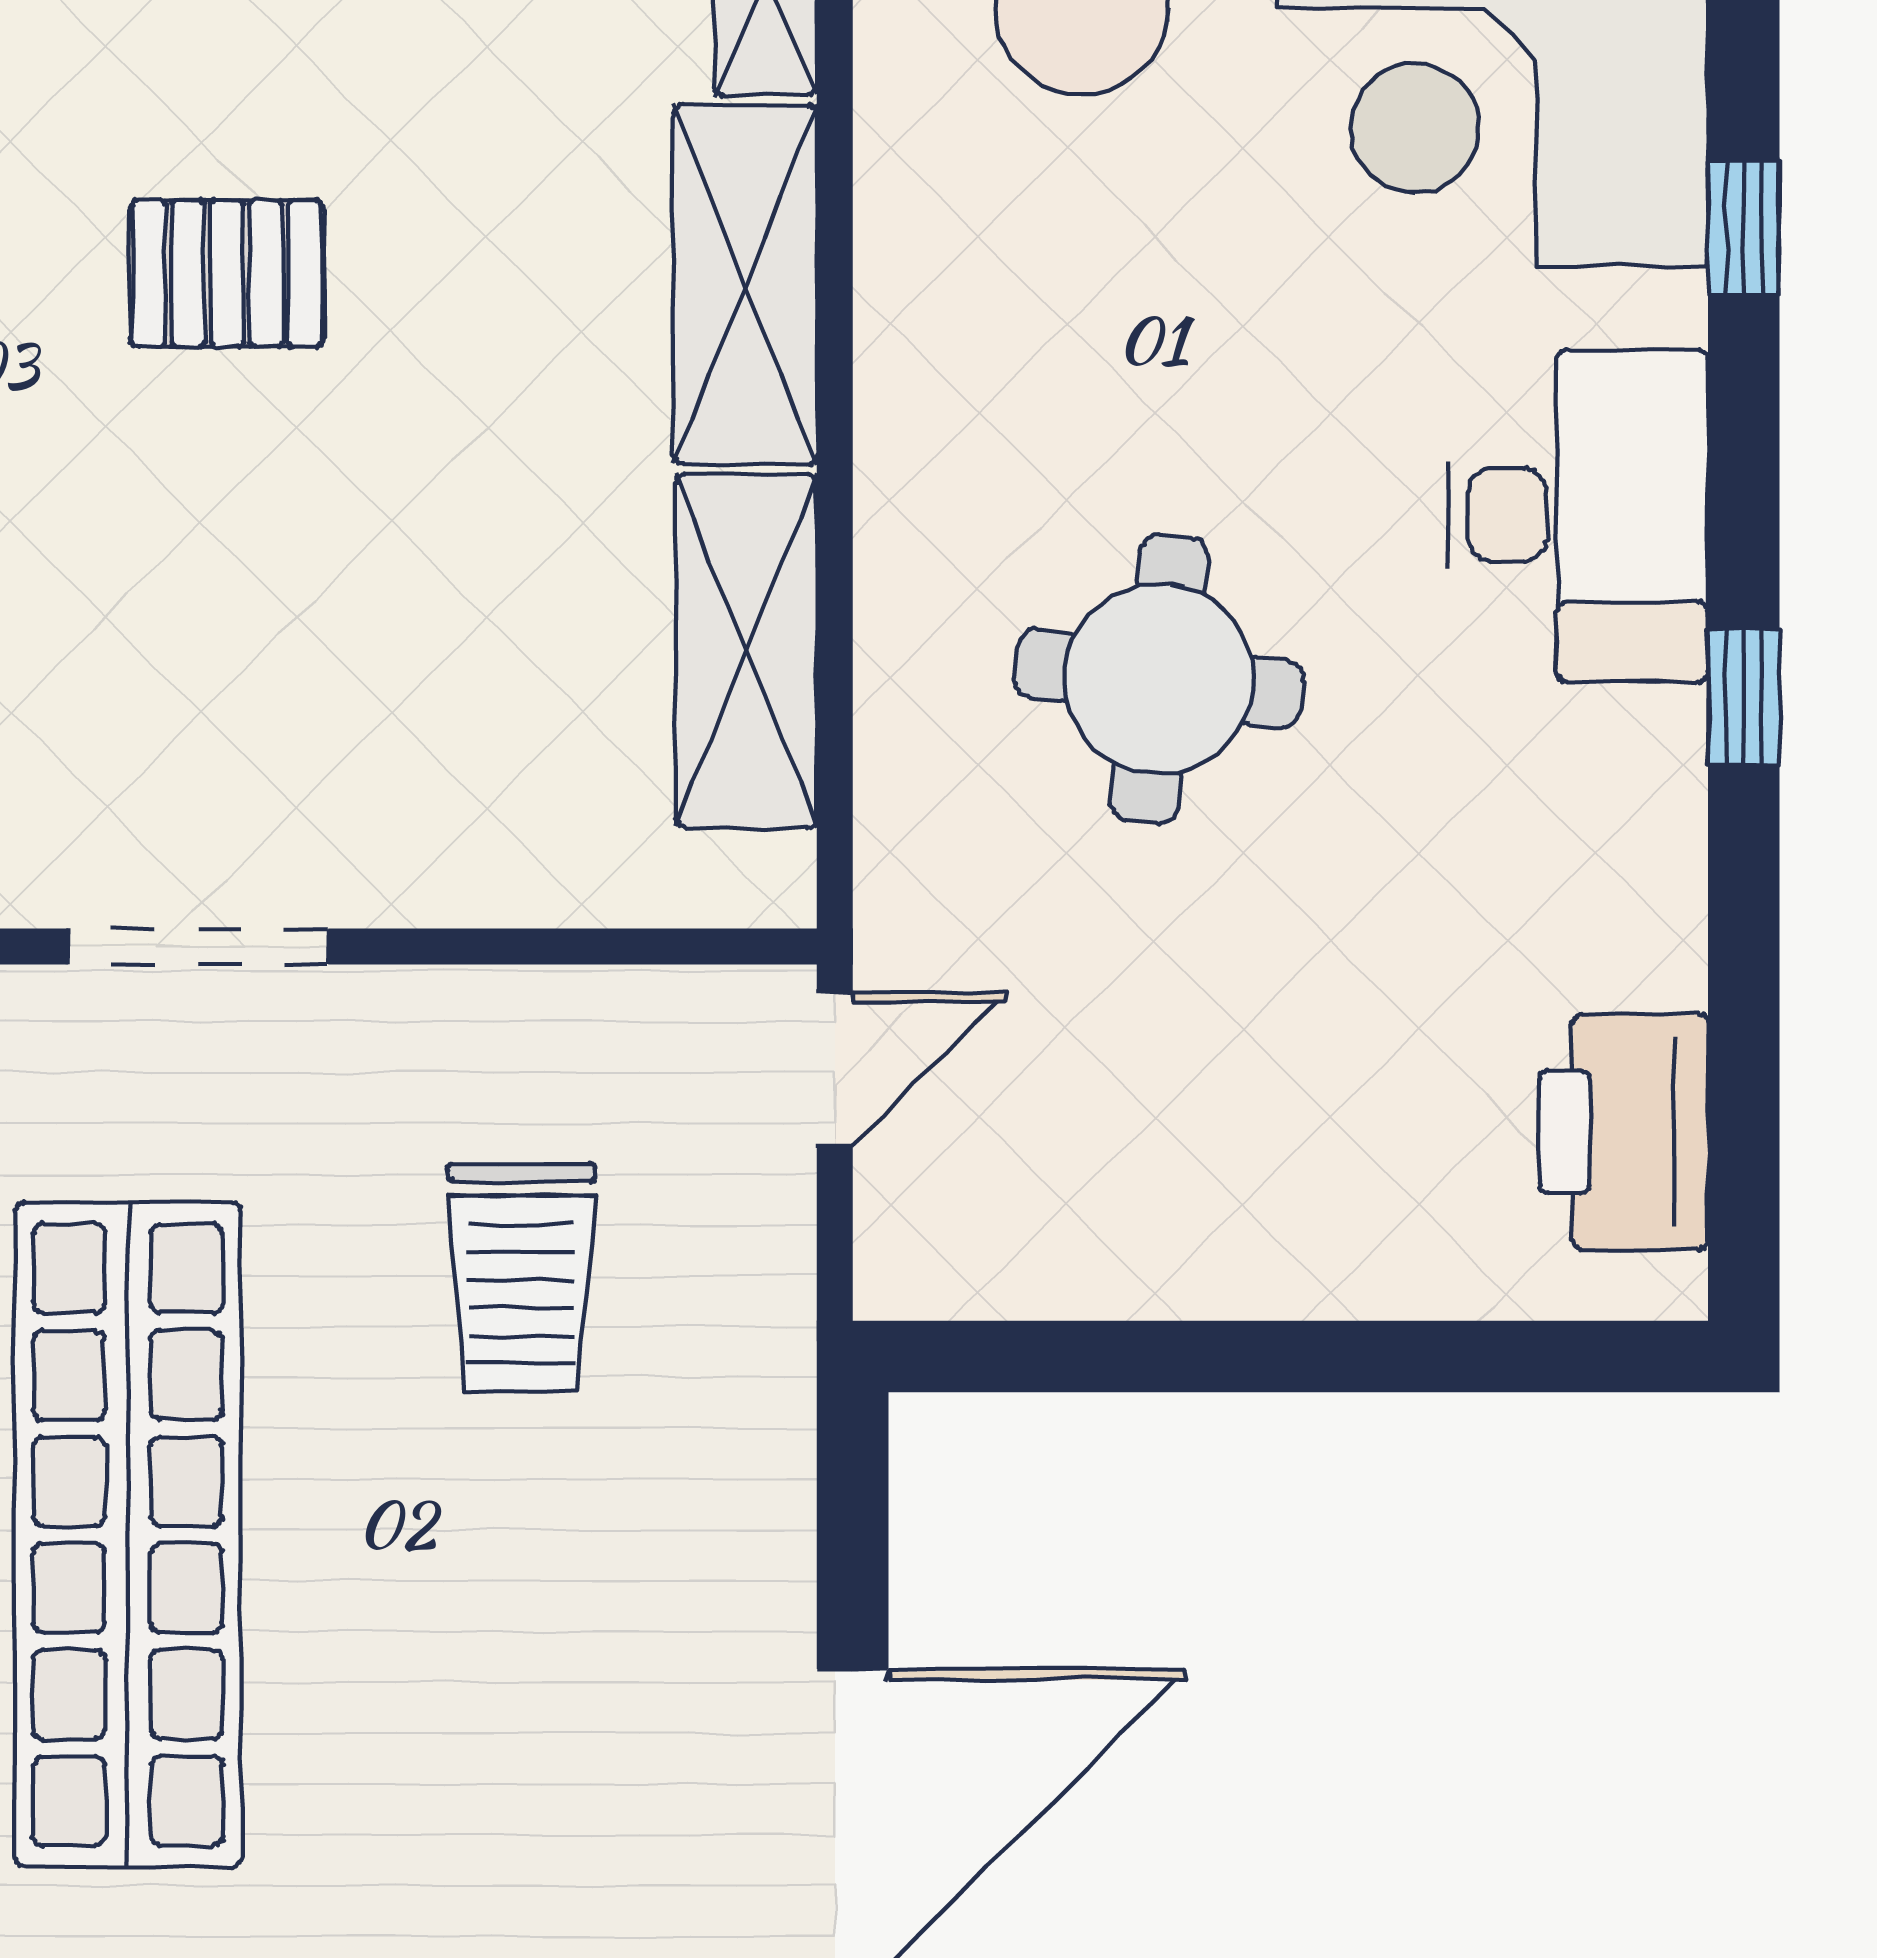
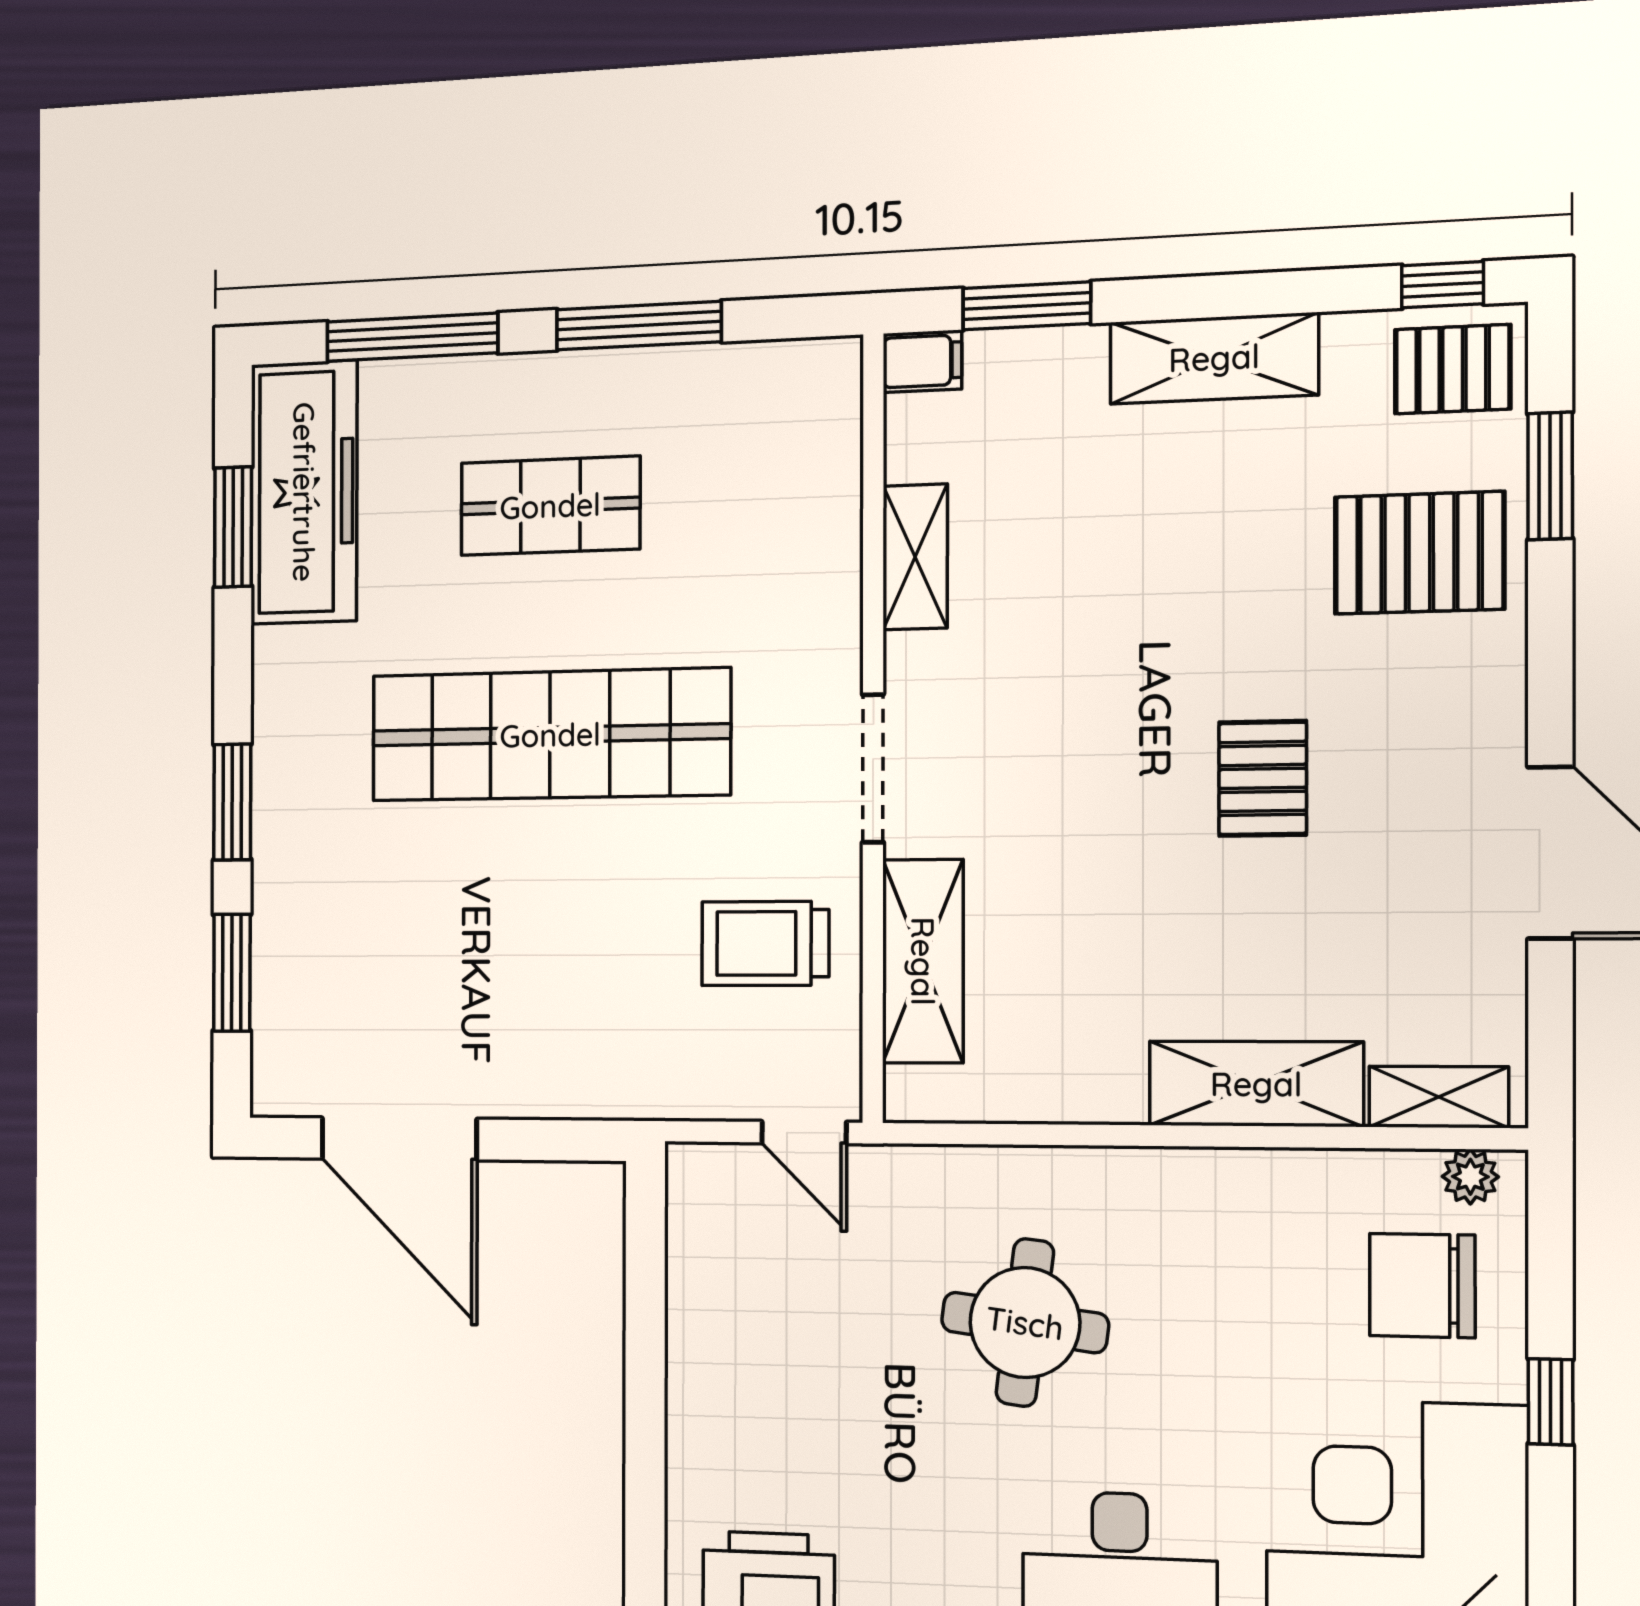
shelving: (746, 651) -> (923, 961), moved, turned 90
trolley: (521, 1278) -> (765, 943), moved

